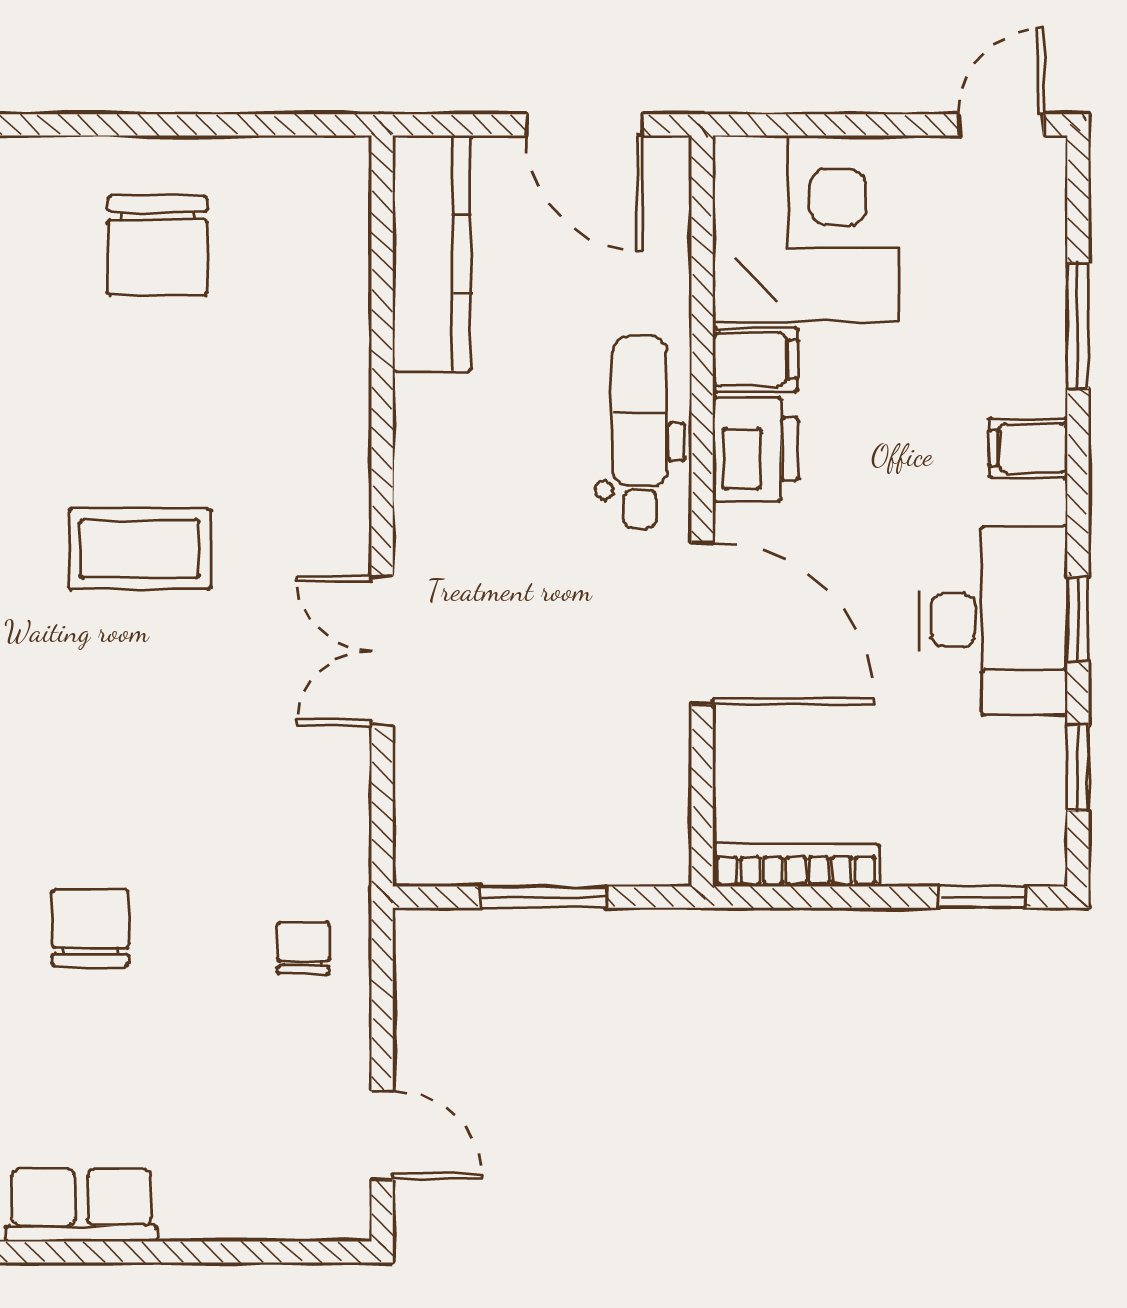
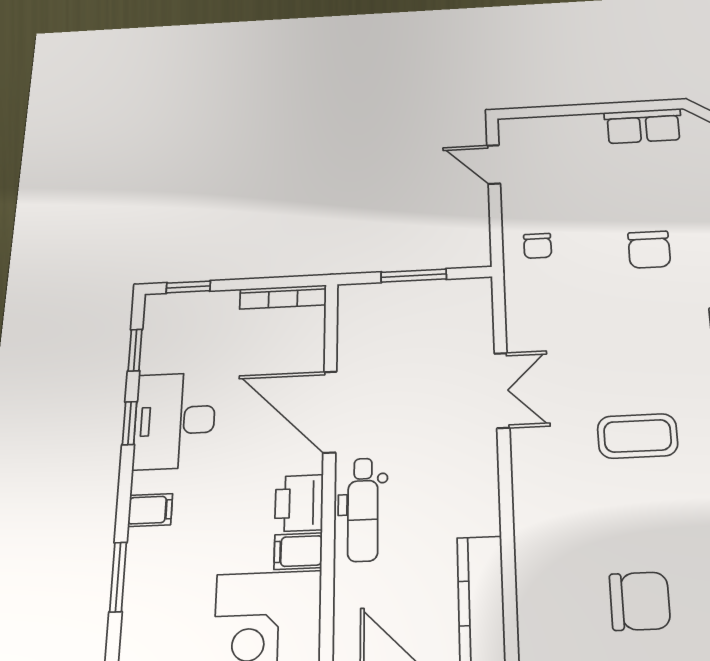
chair: (157, 245) -> (640, 601), turned 90

